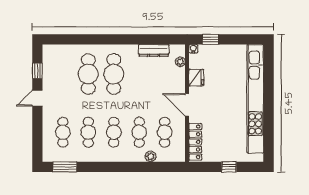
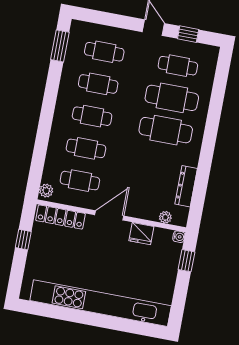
cafe table: (63, 74) -> (178, 66), added
plant: (151, 157) -> (46, 191), moved
window: (229, 167) -> (23, 240), moved

